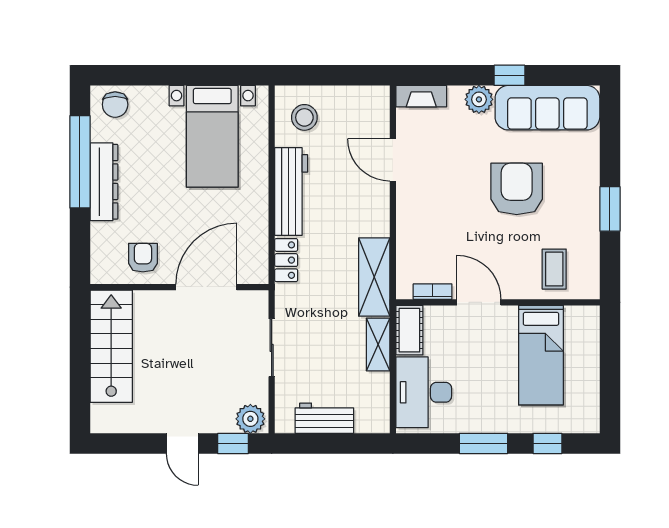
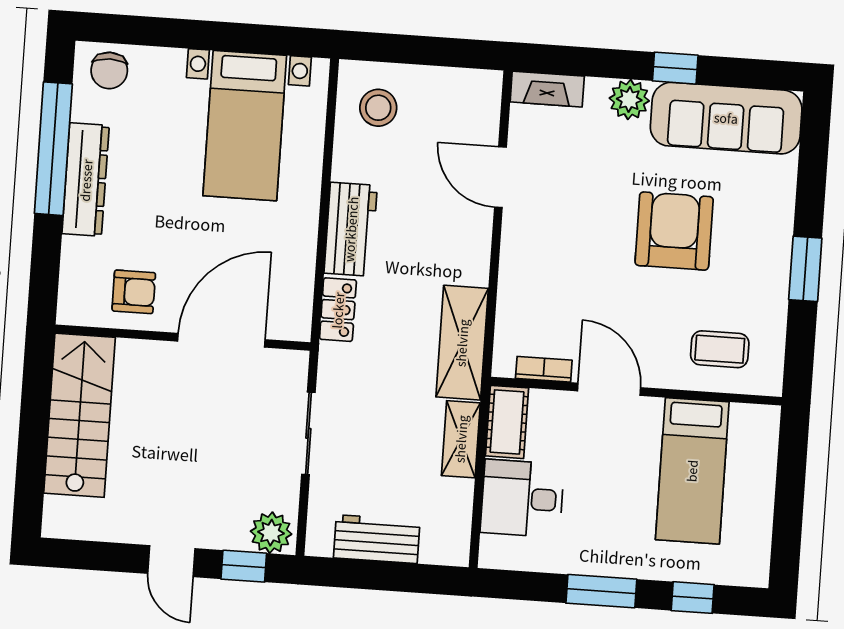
workbench: (291, 192) -> (351, 229), width x0.73
armchair: (143, 258) -> (134, 292), turned 90
coffee table: (554, 269) -> (720, 349), turned 90
desk: (424, 392) -> (522, 498), width x0.73

